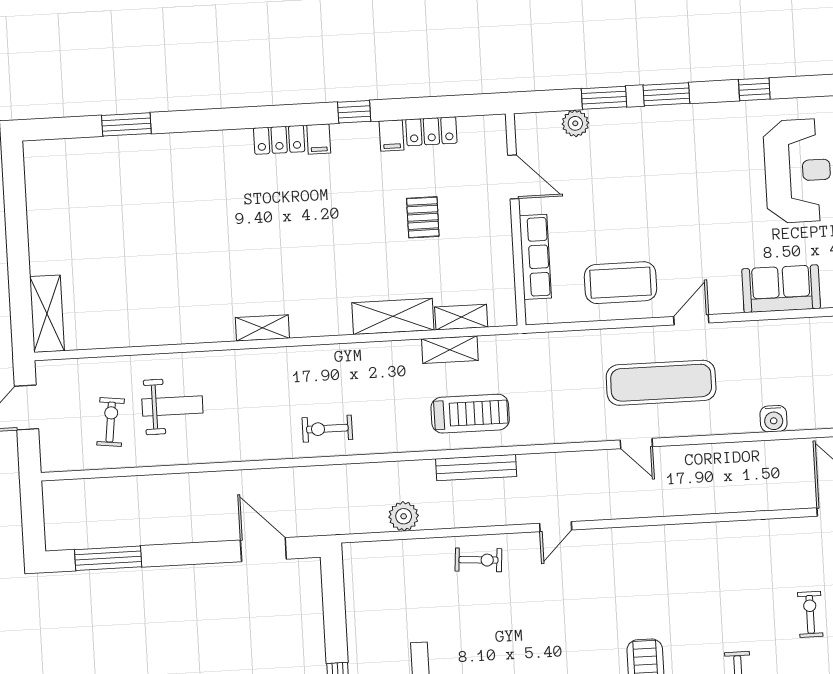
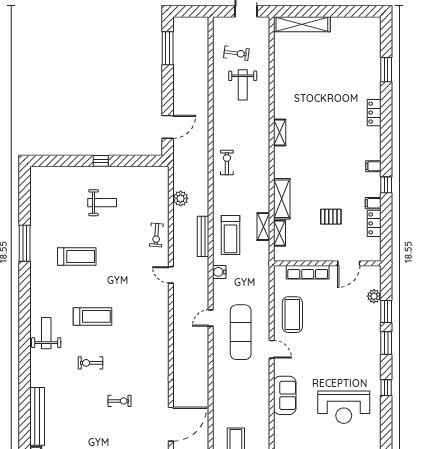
locker: (279, 140) -> (374, 113), moved
shelving: (47, 314) -> (302, 24), width x1.47
water cooler: (774, 419) -> (219, 272), moved

